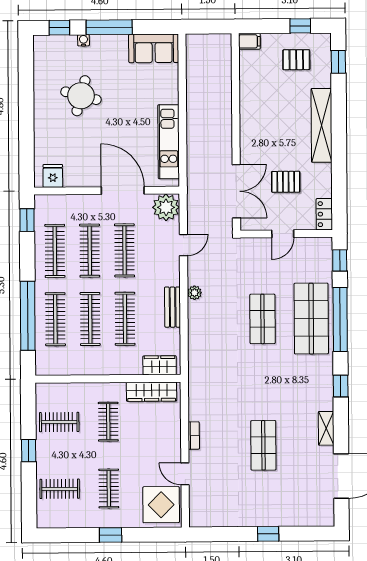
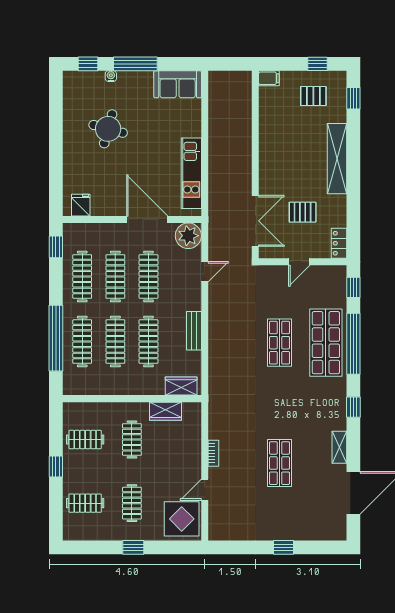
plant: (194, 293) -> (215, 317), removed
wardrobe: (152, 392) -> (165, 411), width x0.67
door: (185, 474) -> (205, 490), hinge flipped

